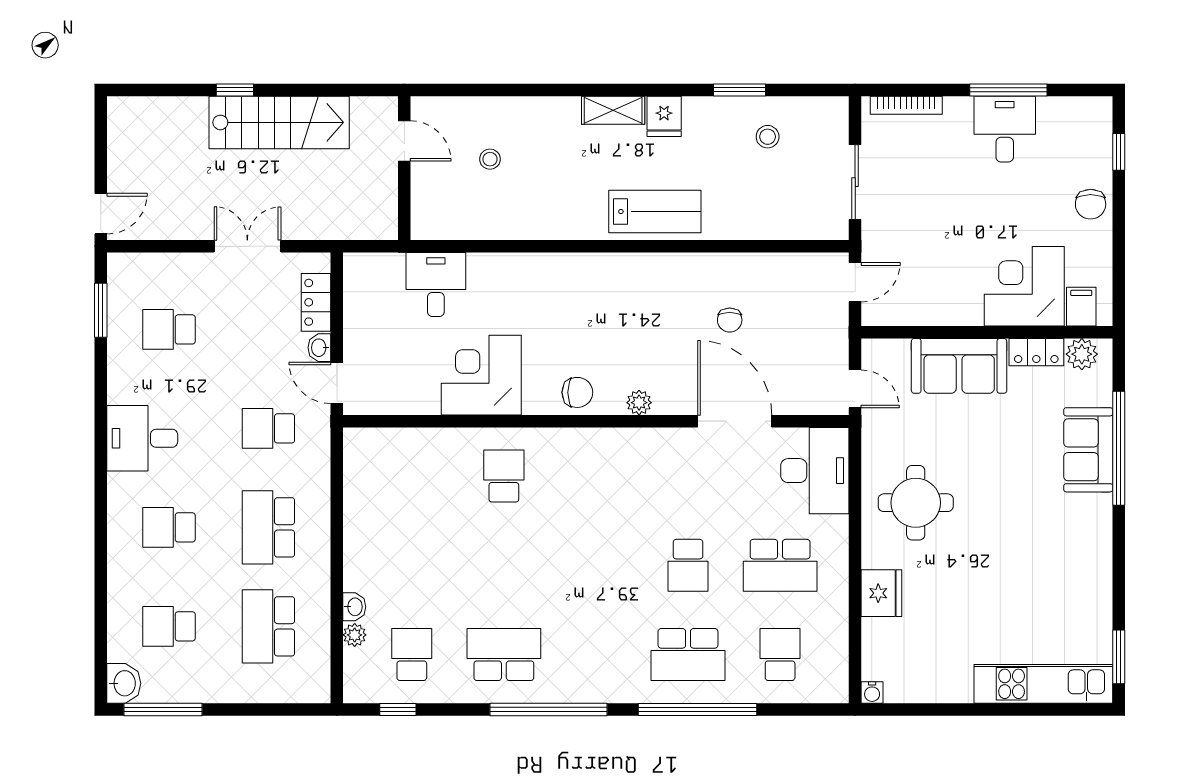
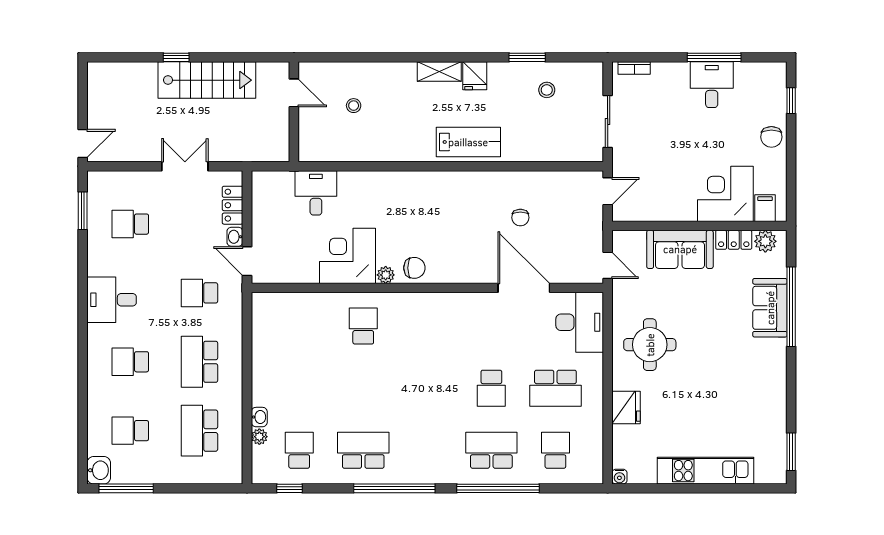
bookcase: (906, 105) -> (634, 68), width x0.64
plant: (639, 403) -> (386, 275), moved
school desk: (688, 655) -> (491, 450), turned 180
kitchen unit: (1043, 684) -> (705, 471), moved

